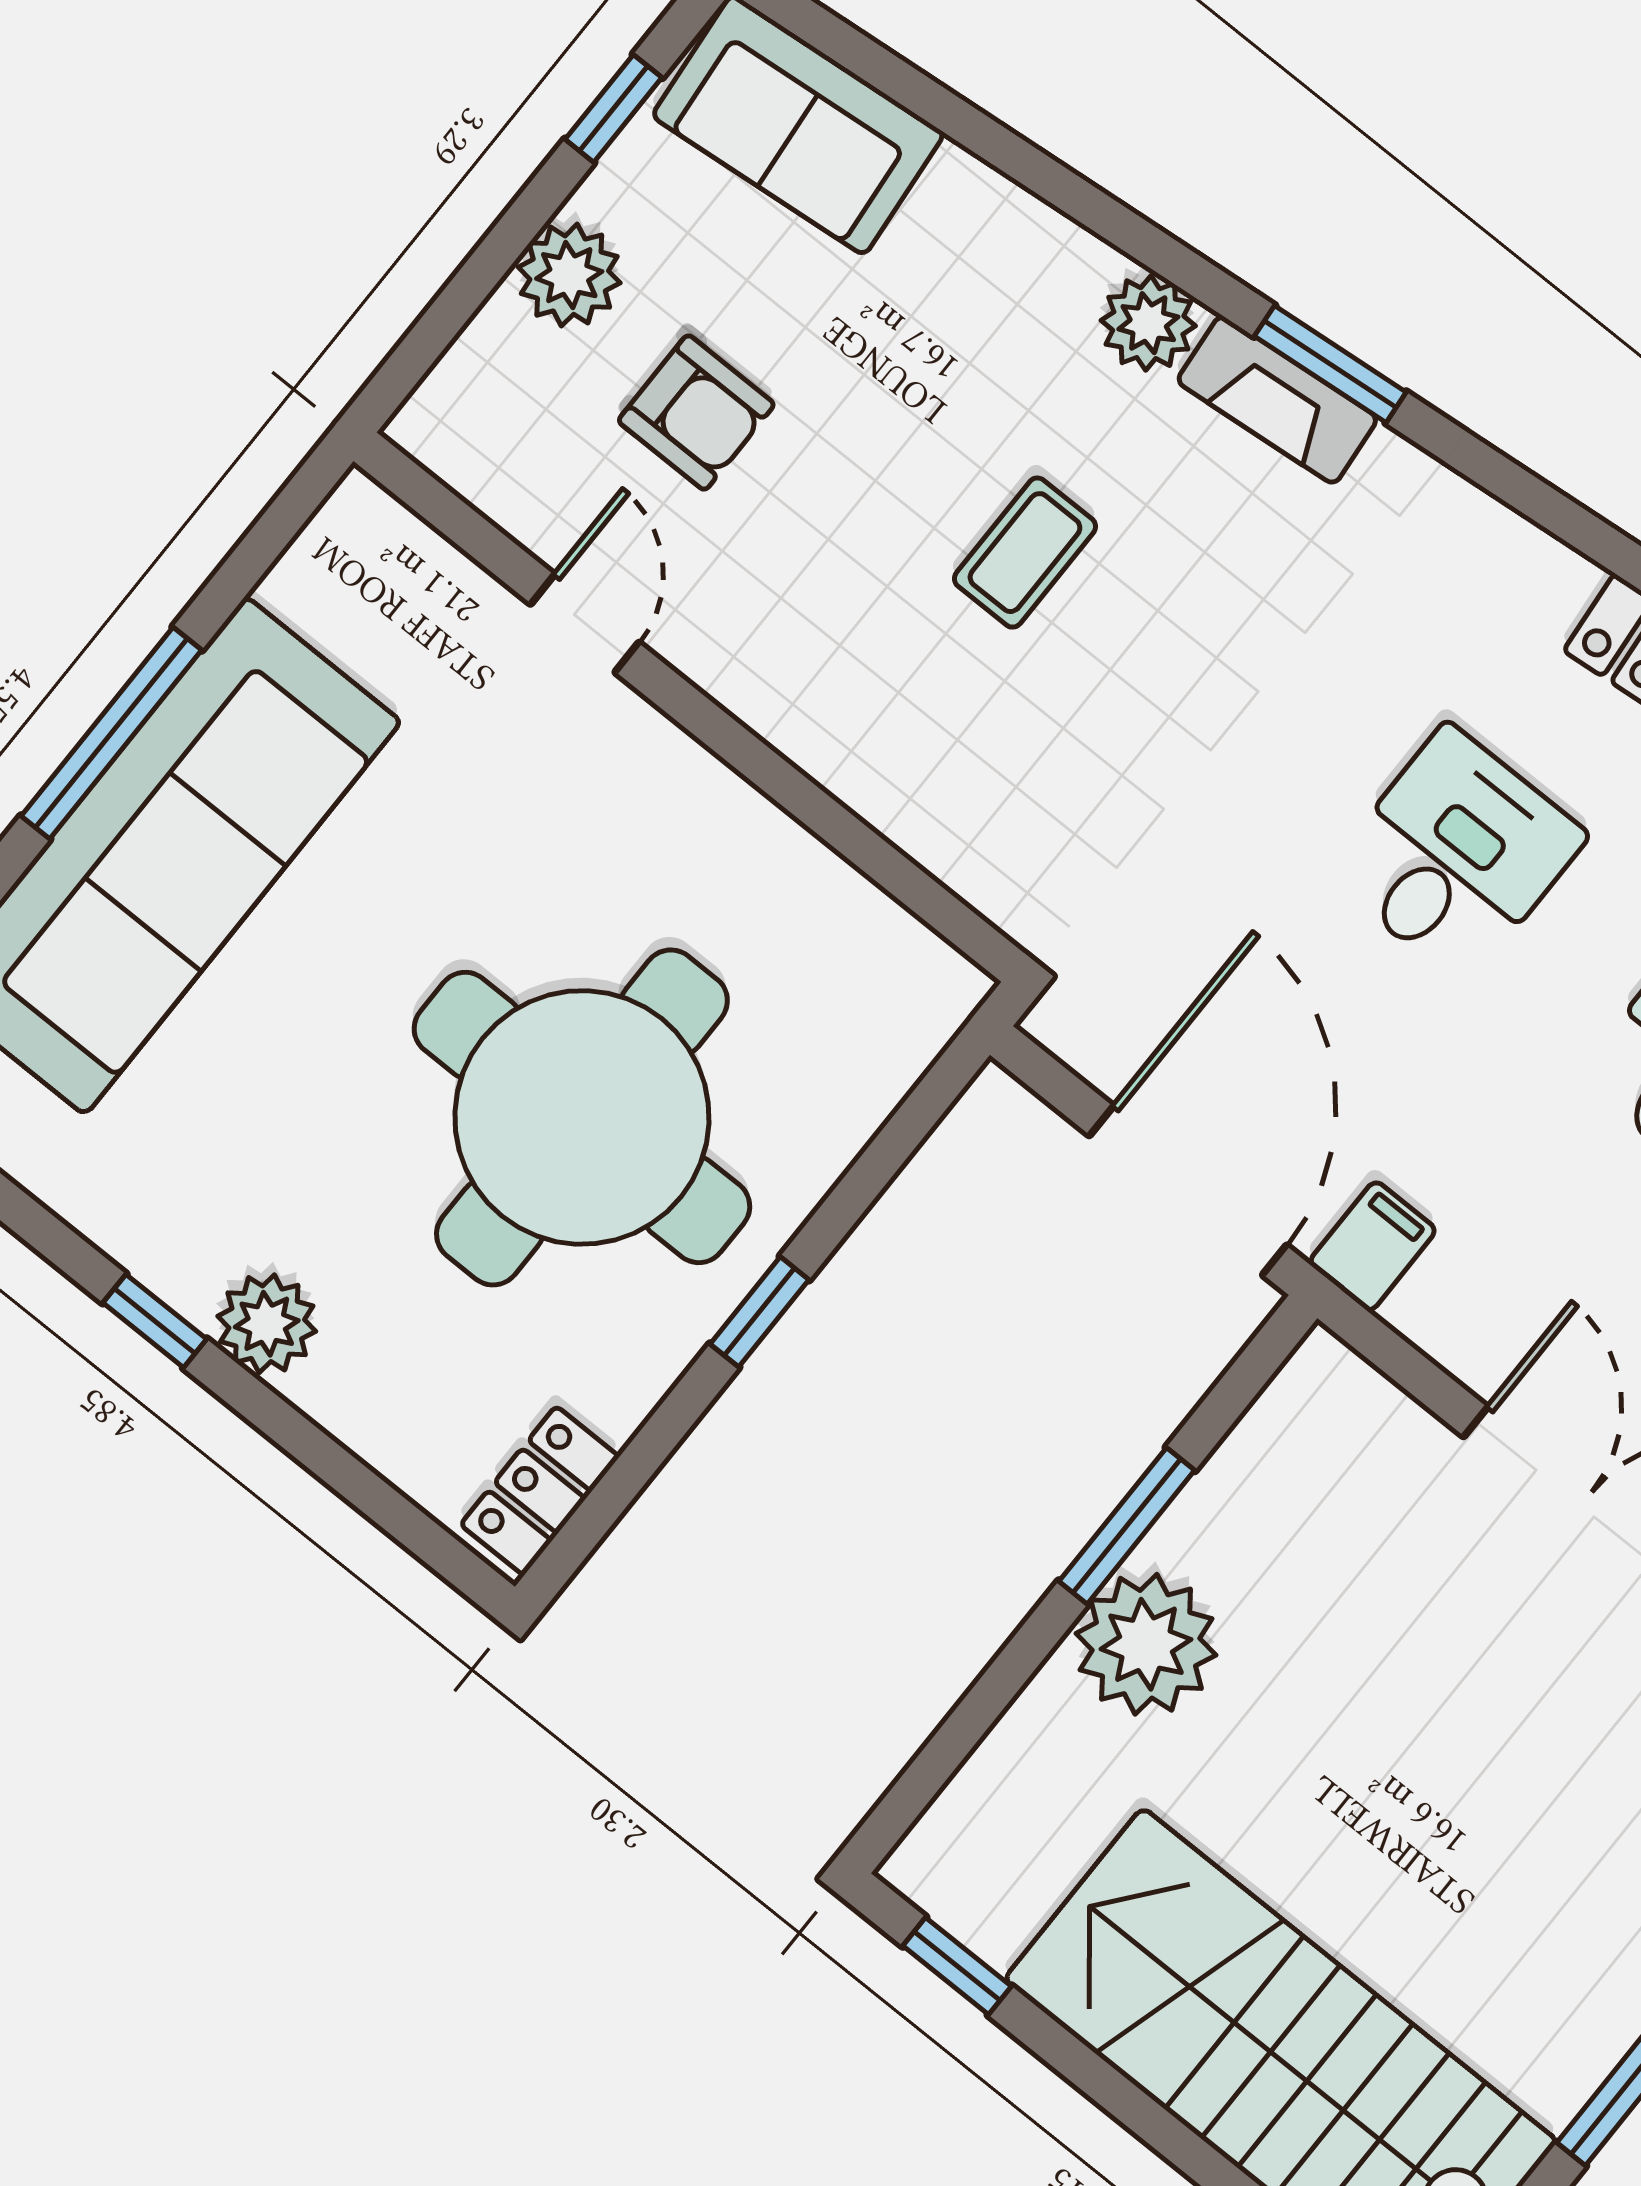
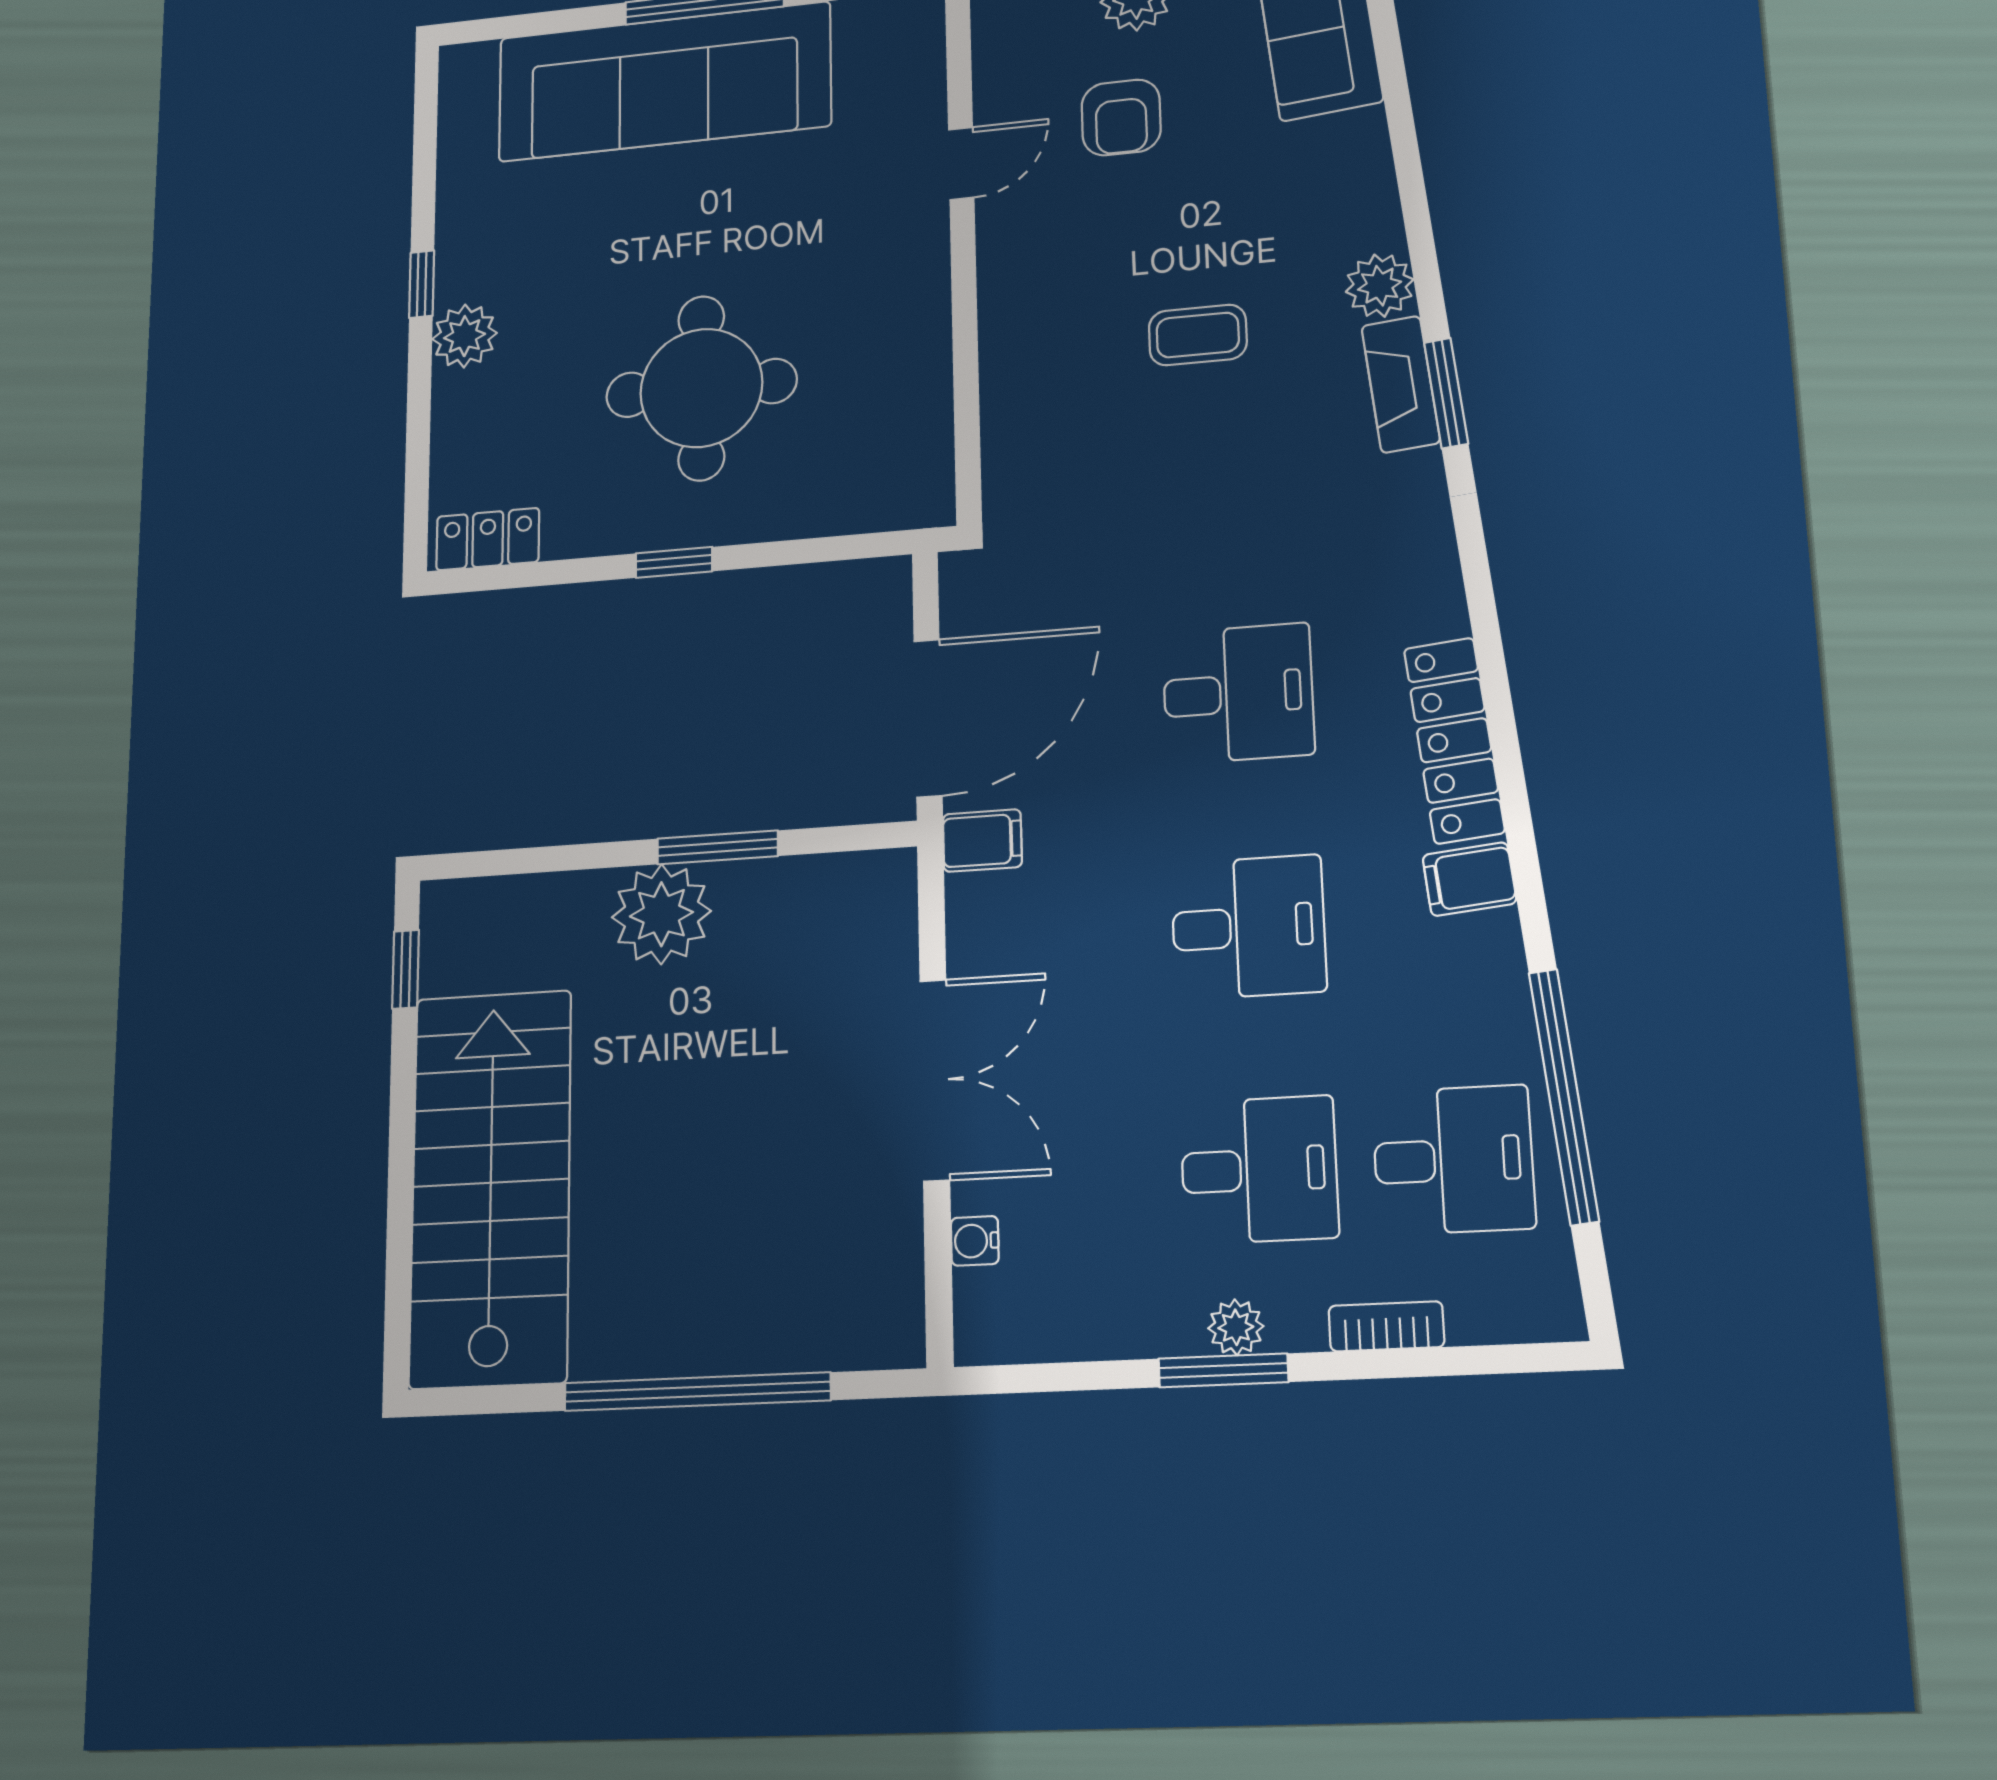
round table: (582, 1117) -> (701, 388), width x0.73, depth x0.73

